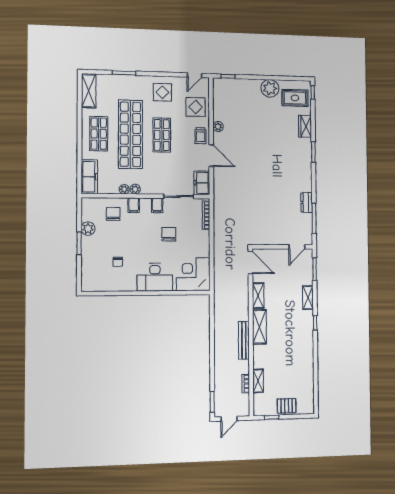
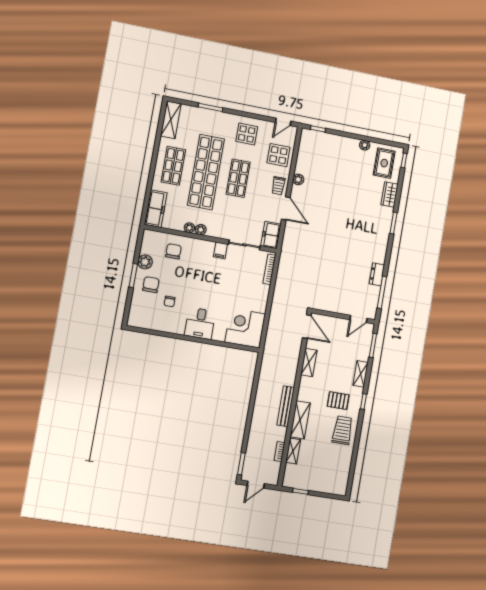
plant: (270, 88) -> (365, 145), width x0.53, depth x0.53
rug: (295, 98) -> (384, 163), turned 90
filing cabinet: (134, 205) -> (196, 246), removed
chair: (169, 234) -> (151, 285), moved
desk: (155, 277) -> (200, 323), width x0.73
shelving: (259, 327) -> (300, 420), moved
trolley: (300, 353) -> (342, 430), added
pallet: (287, 406) -> (338, 401), moved

